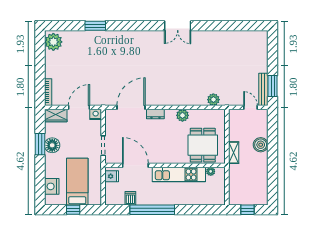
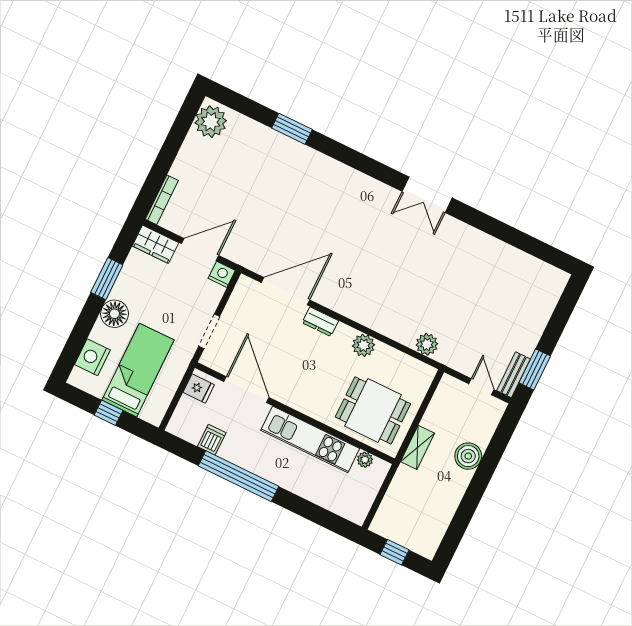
bench: (263, 89) -> (513, 375), width x0.73
floor lamp: (52, 145) -> (114, 314), moved
dining table: (203, 145) -> (373, 410), turned 90

